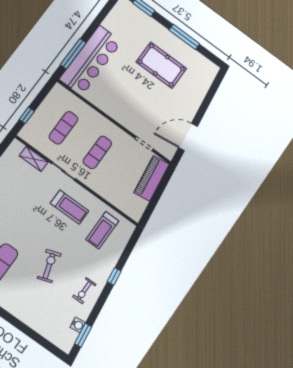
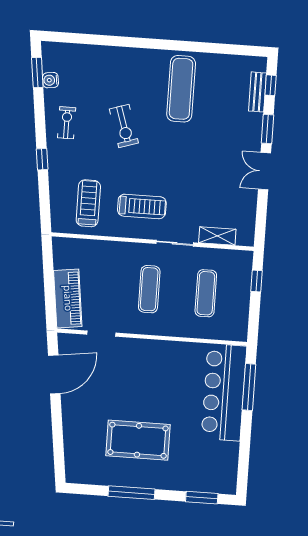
treadmill: (70, 207) -> (142, 206), turned 180

